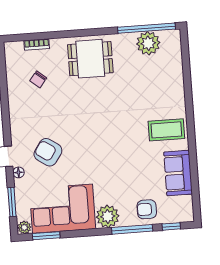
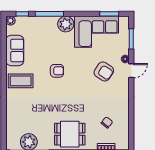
armchair: (147, 209) -> (57, 71), moved
plant: (24, 227) -> (10, 21), moved

